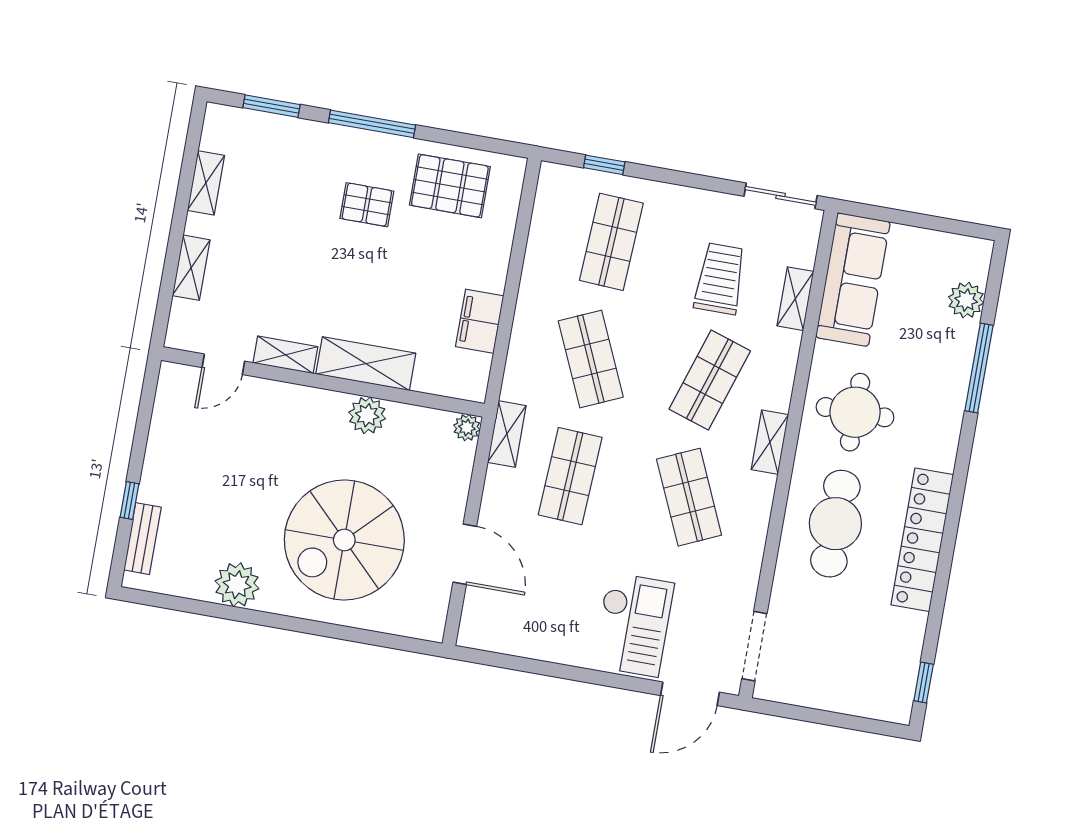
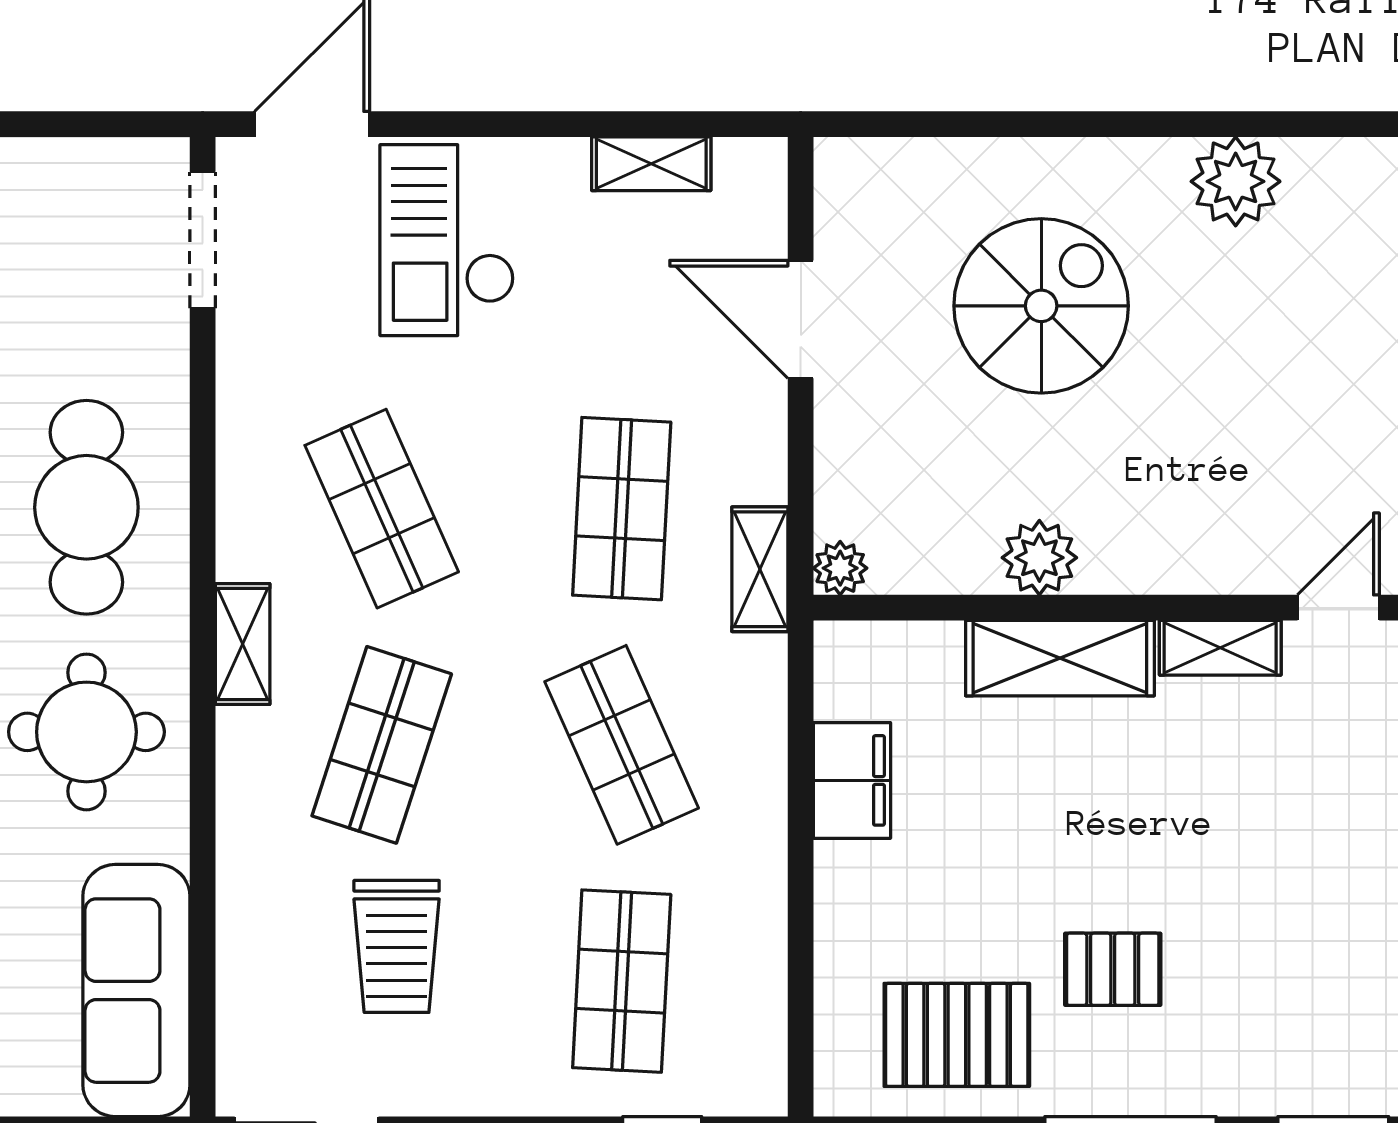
shelving: (795, 299) -> (651, 164), moved, turned 90
spiral stairs: (344, 540) -> (1041, 306), width x0.73, depth x0.73

